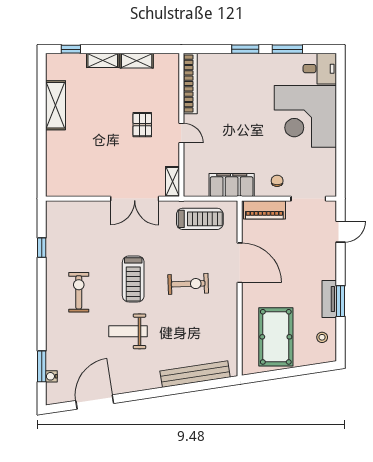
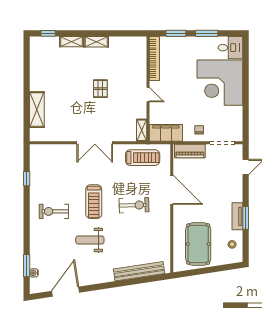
bookcase: (190, 84) -> (154, 58), moved
shelving: (55, 105) -> (37, 110), moved
wall: (181, 125) -> (148, 89), moved
door: (181, 133) -> (148, 95), moved
shelving: (173, 182) -> (142, 130), moved
exercise bike: (79, 292) -> (54, 211), turned -90

